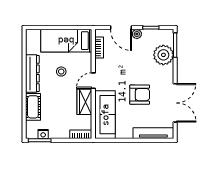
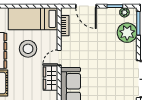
plant: (137, 34) -> (124, 12), moved
stool: (61, 72) -> (28, 49), width x1.89, depth x1.89
armchair: (140, 95) -> (104, 71), removed

